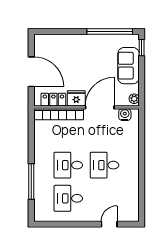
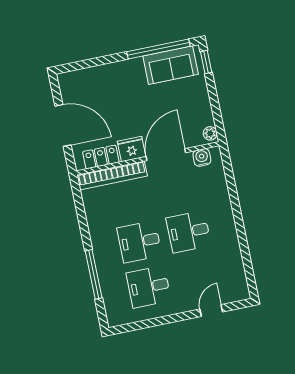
sofa: (129, 66) -> (171, 65), moved, turned -90

